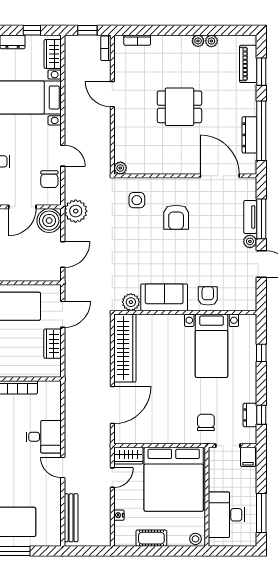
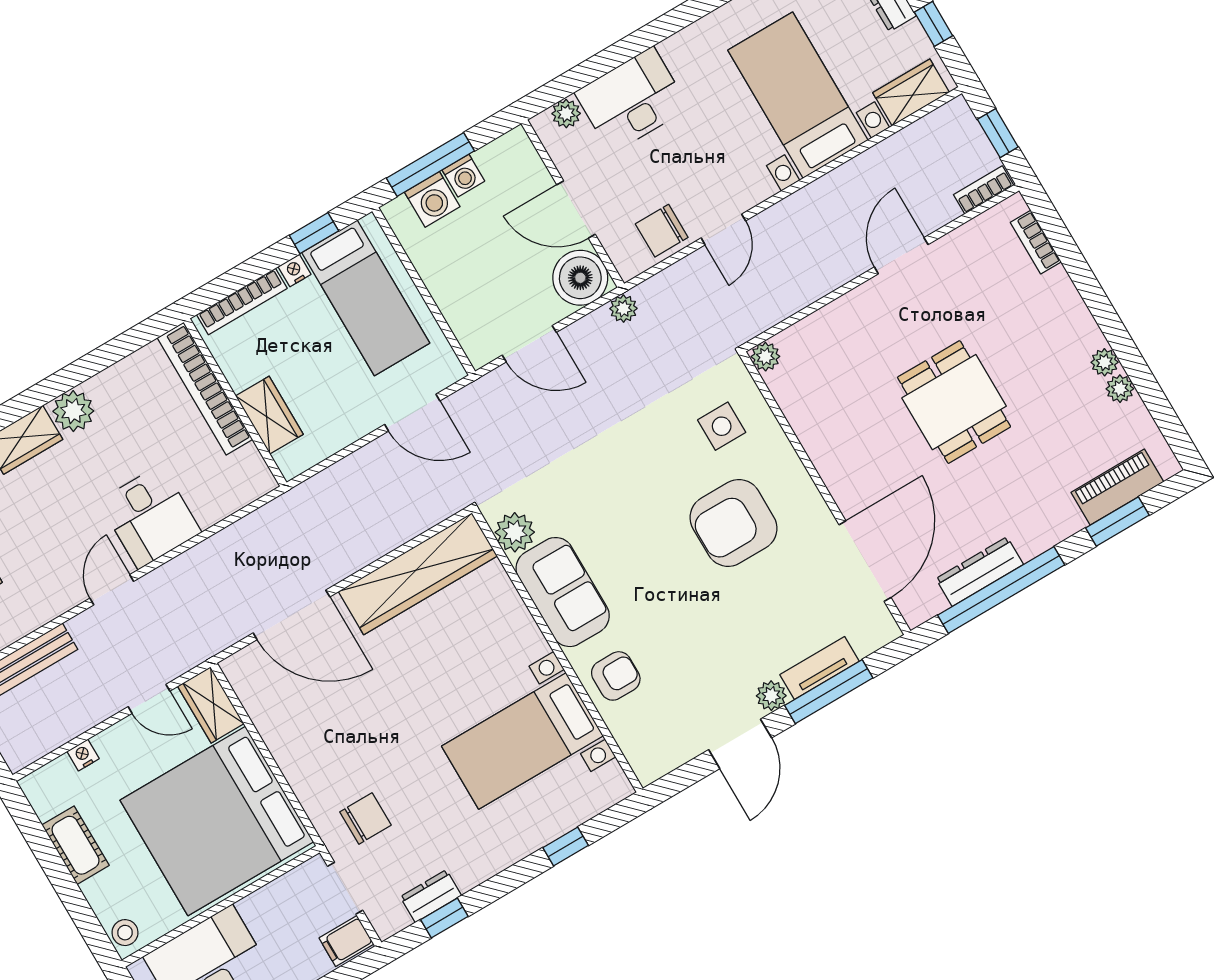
plant: (76, 211) -> (623, 309), width x0.53, depth x0.53
armchair: (176, 217) -> (733, 523), width x1.36, depth x1.36
wardrobe: (53, 344) -> (269, 415), moved, turned 90

